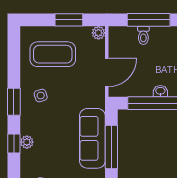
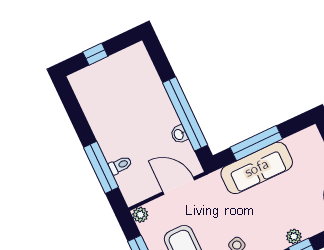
washbasin: (160, 91) -> (179, 134), moved

